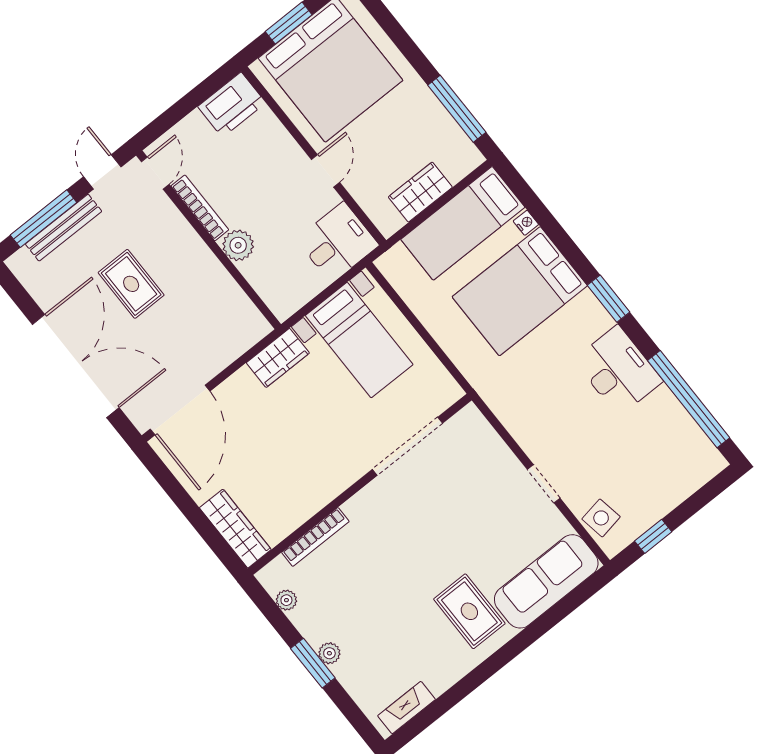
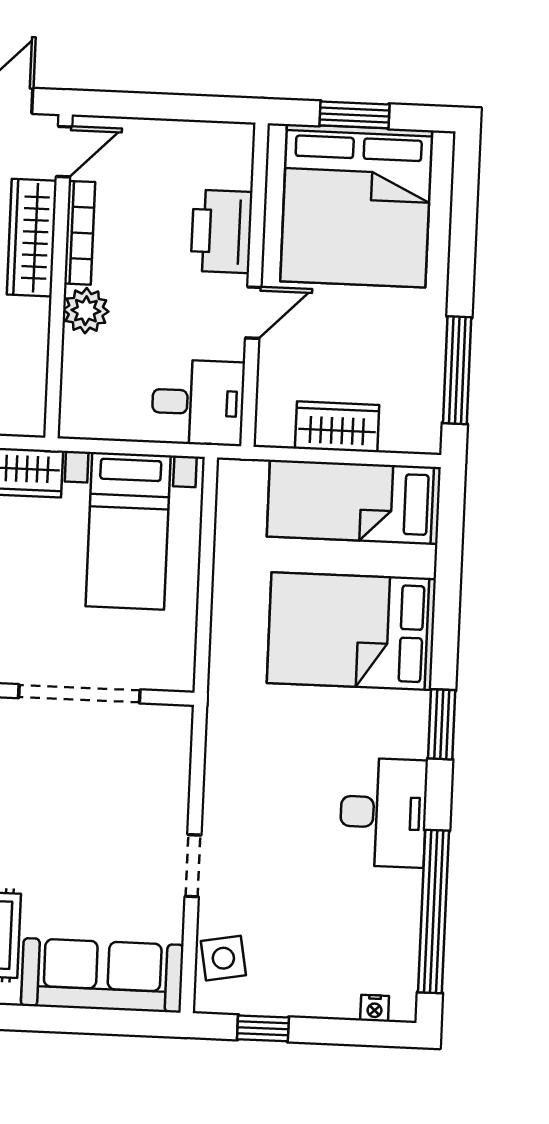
printer: (232, 105) -> (222, 231), moved, turned 90
nightstand: (526, 223) -> (375, 1008), moved, turned 90
wardrobe: (177, 232) -> (32, 238), added

